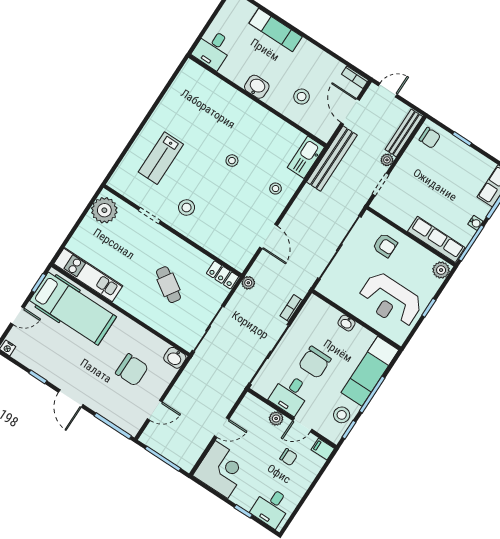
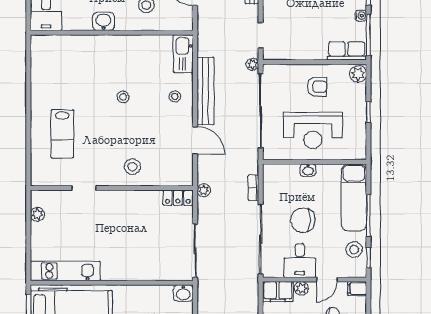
bench: (332, 159) -> (206, 91), moved
plant: (387, 160) -> (252, 64), moved
stool: (187, 208) -> (132, 167), moved
plant: (104, 210) -> (37, 214), width x0.53, depth x0.53
row of seats: (436, 239) -> (347, 51), width x0.68
armchair: (385, 245) -> (317, 87), moved
cafe table: (168, 285) -> (138, 235), removed
reception desk: (390, 300) -> (313, 130), moved
chair: (315, 362) -> (303, 220), turned 90
filing cabinet: (255, 408) -> (278, 292), added

